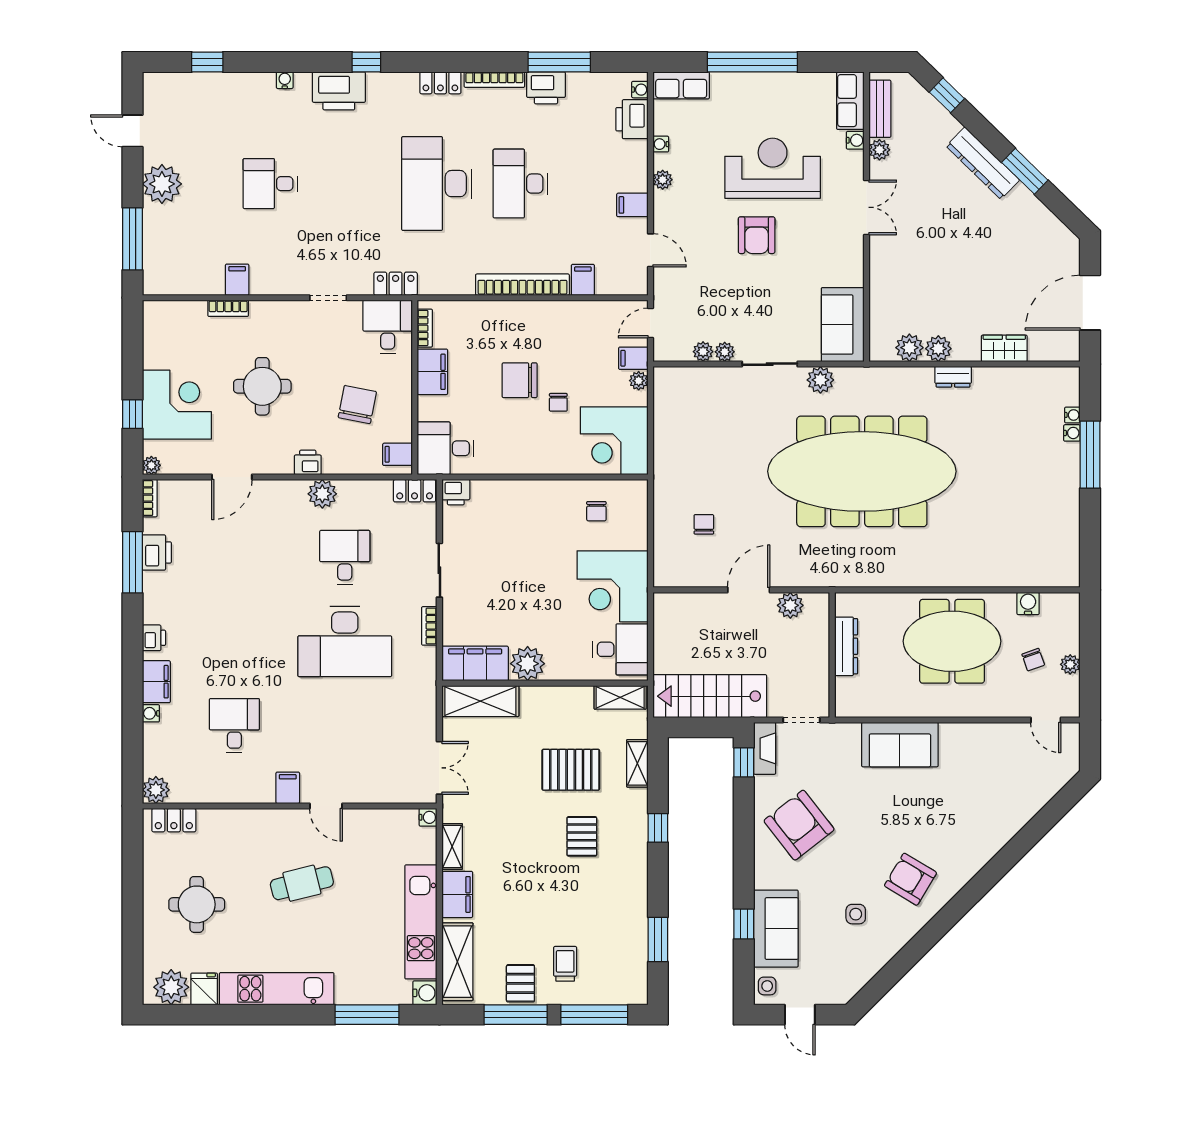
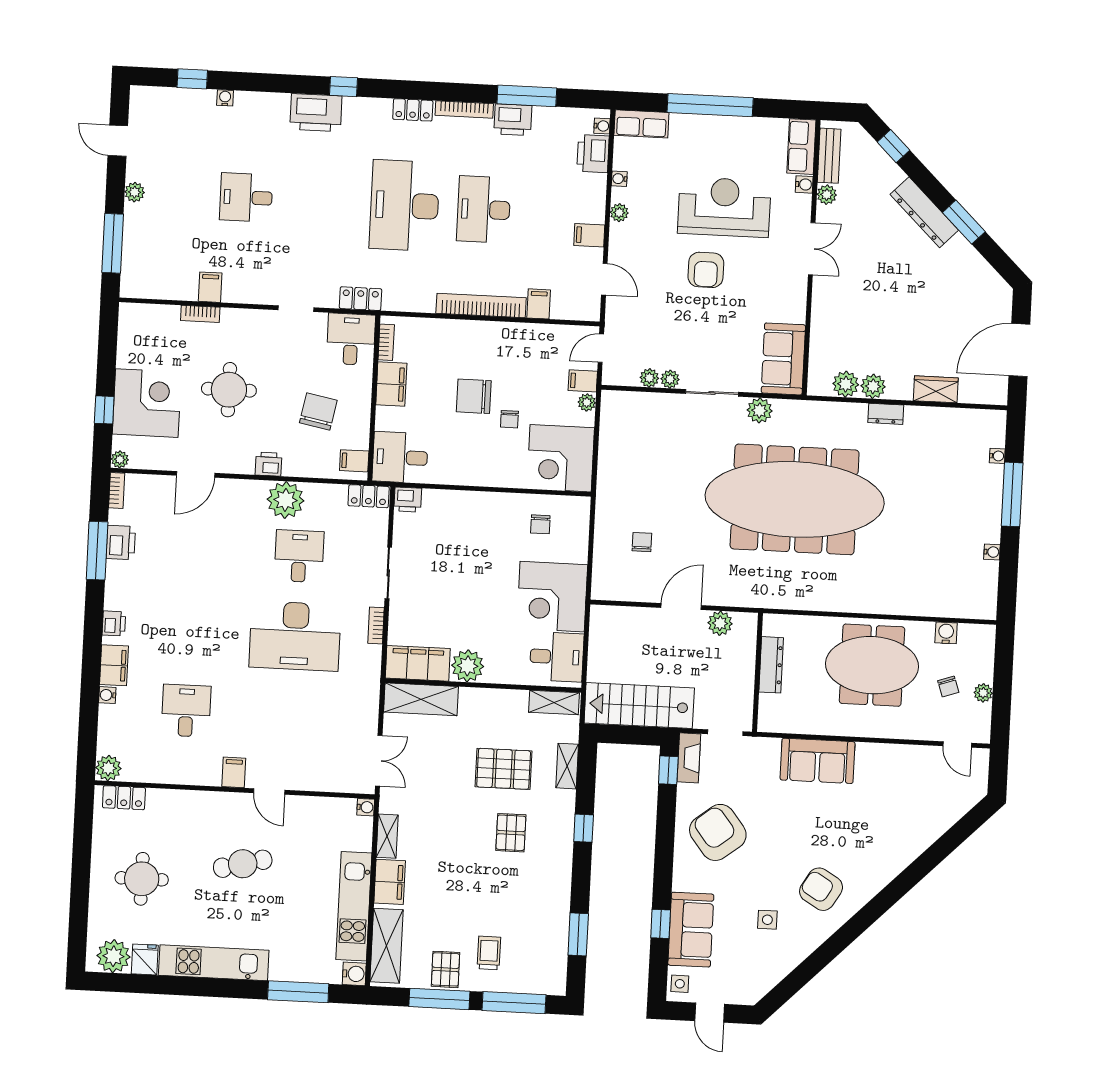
water cooler: (285, 80) -> (225, 98), moved
plant: (162, 184) -> (135, 192), width x0.53, depth x0.53
water cooler: (1072, 433) -> (992, 552), moved
plant: (322, 494) -> (286, 500), width x1.36, depth x1.36

